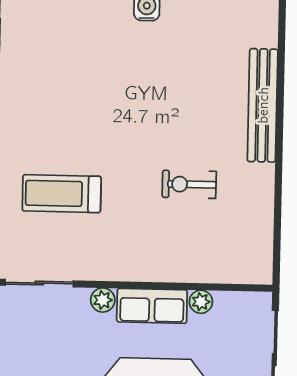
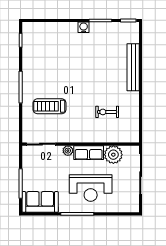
exercise bike: (189, 184) -> (107, 112), moved
plant: (201, 302) -> (113, 155), width x1.88, depth x1.88

